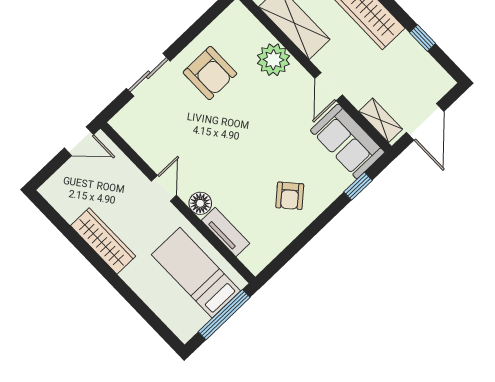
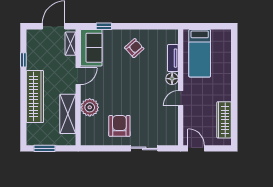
wardrobe: (103, 241) -> (224, 120), moved
window: (224, 315) -> (204, 26), removed

